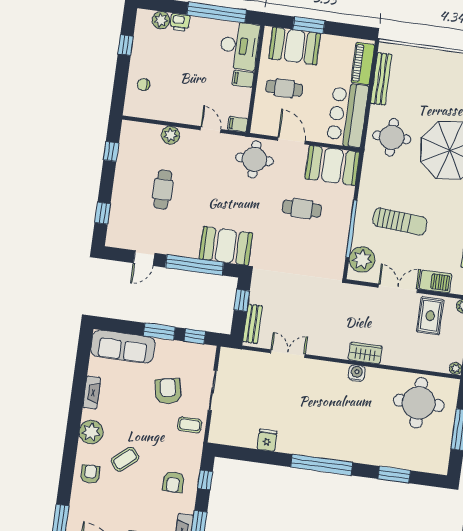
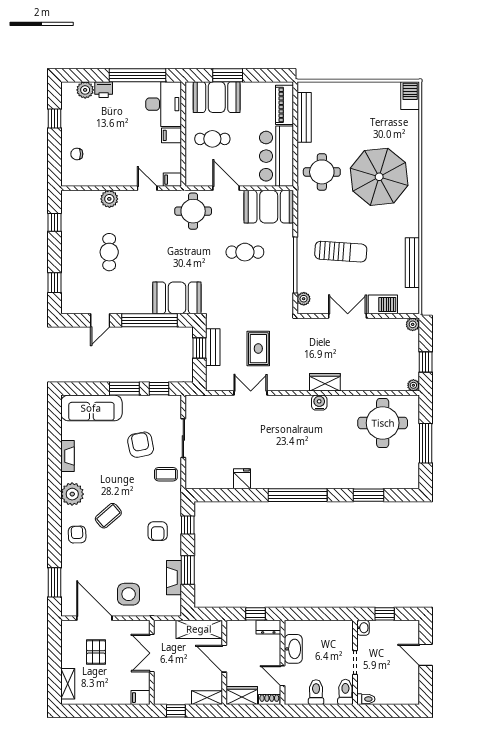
plant: (362, 259) -> (304, 299), width x0.53, depth x0.53
rug: (430, 316) -> (258, 349), moved
bench: (252, 324) -> (213, 347), moved

